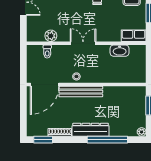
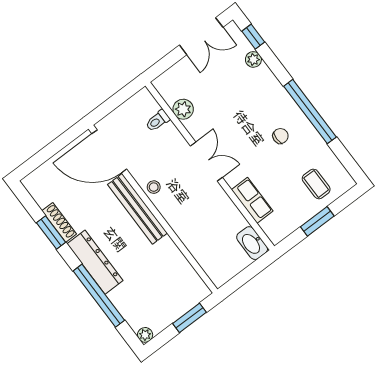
row of seats: (134, 36) -> (252, 200), moved
washbasin: (120, 51) -> (252, 243), moved
window: (43, 140) -> (51, 232), moved

